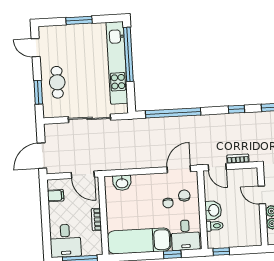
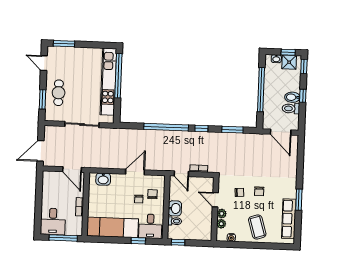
window: (79, 20) -> (64, 44), moved
window: (173, 113) -> (166, 127), moved
door: (179, 169) -> (135, 172), moved
filing cabinet: (56, 196) -> (48, 184), removed

